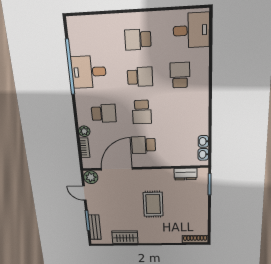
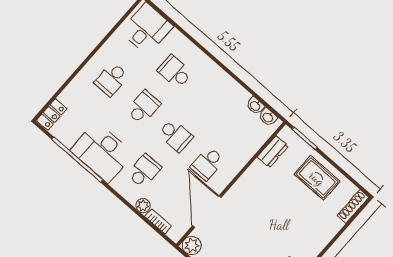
locker: (80, 23) -> (52, 114), added
desk: (89, 72) -> (102, 152), width x1.37
rug: (153, 204) -> (317, 178), moved

